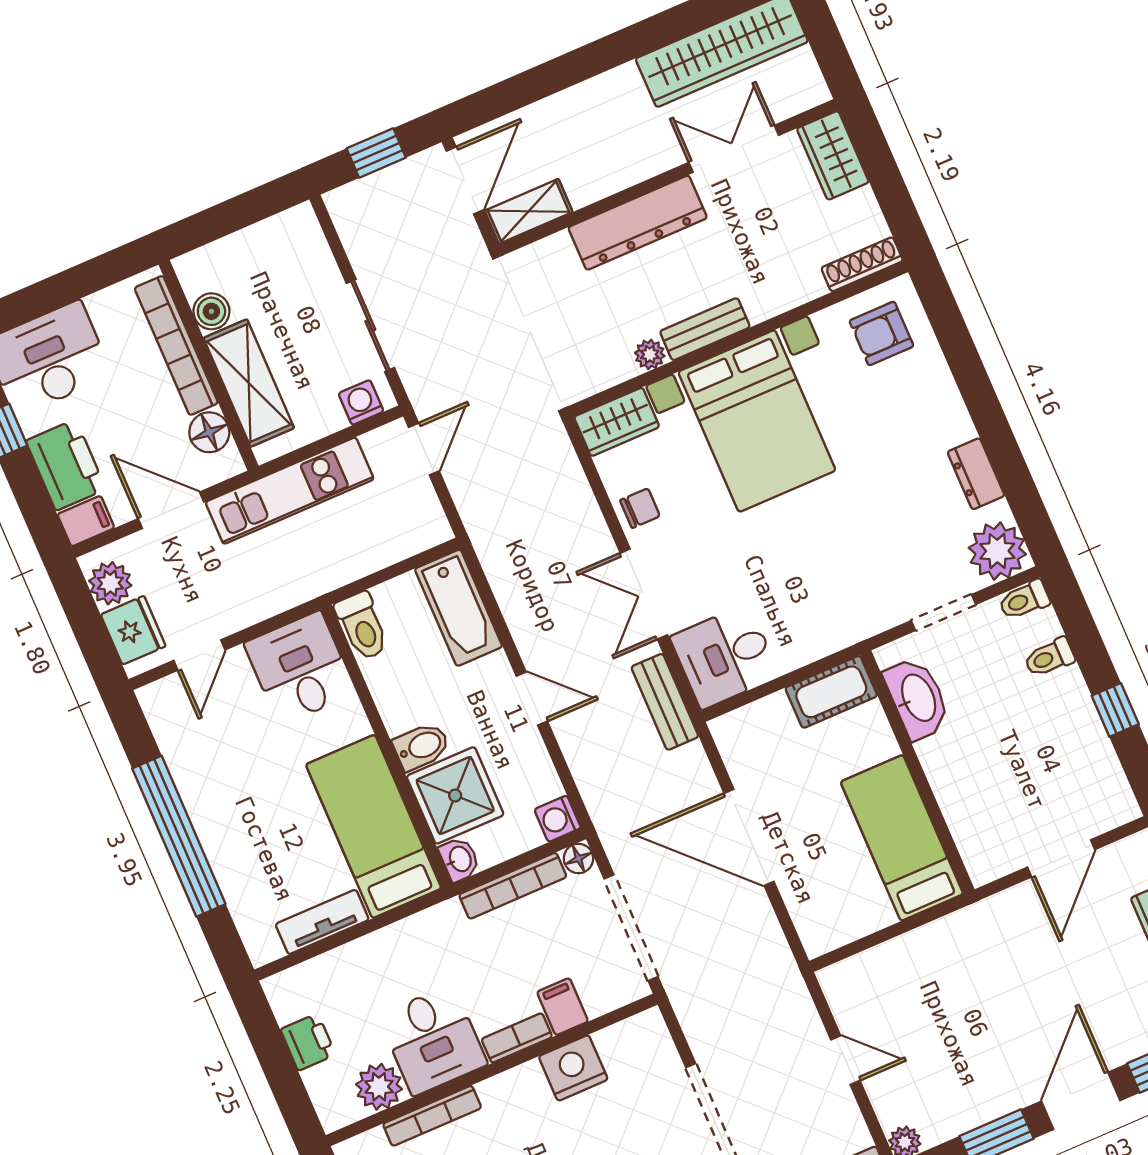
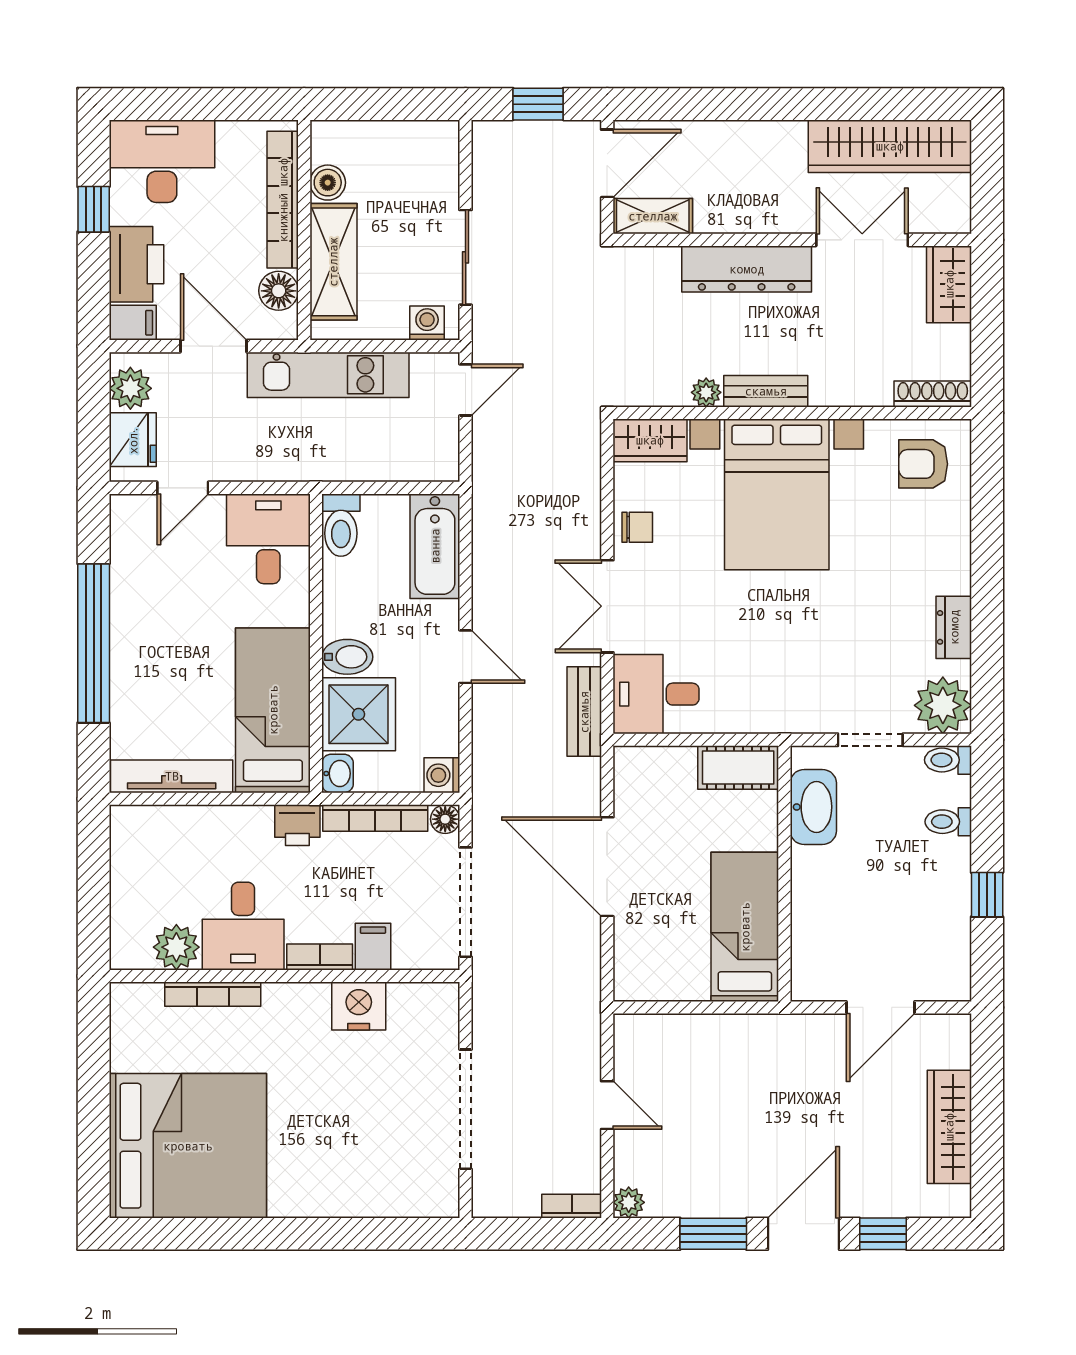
tv unit: (322, 922) -> (172, 776), width x1.41
printer: (308, 1042) -> (297, 825), moved, turned 90

